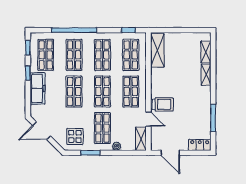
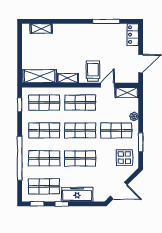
shelving: (206, 75) -> (68, 78), moved
door: (42, 131) -> (119, 190), hinge flipped

